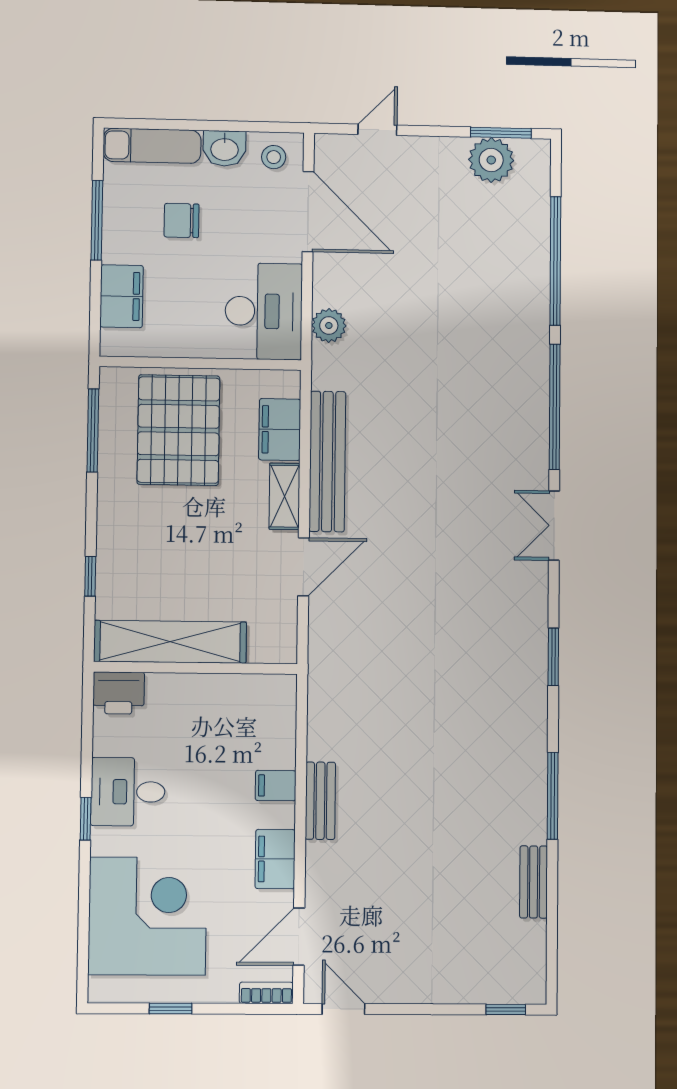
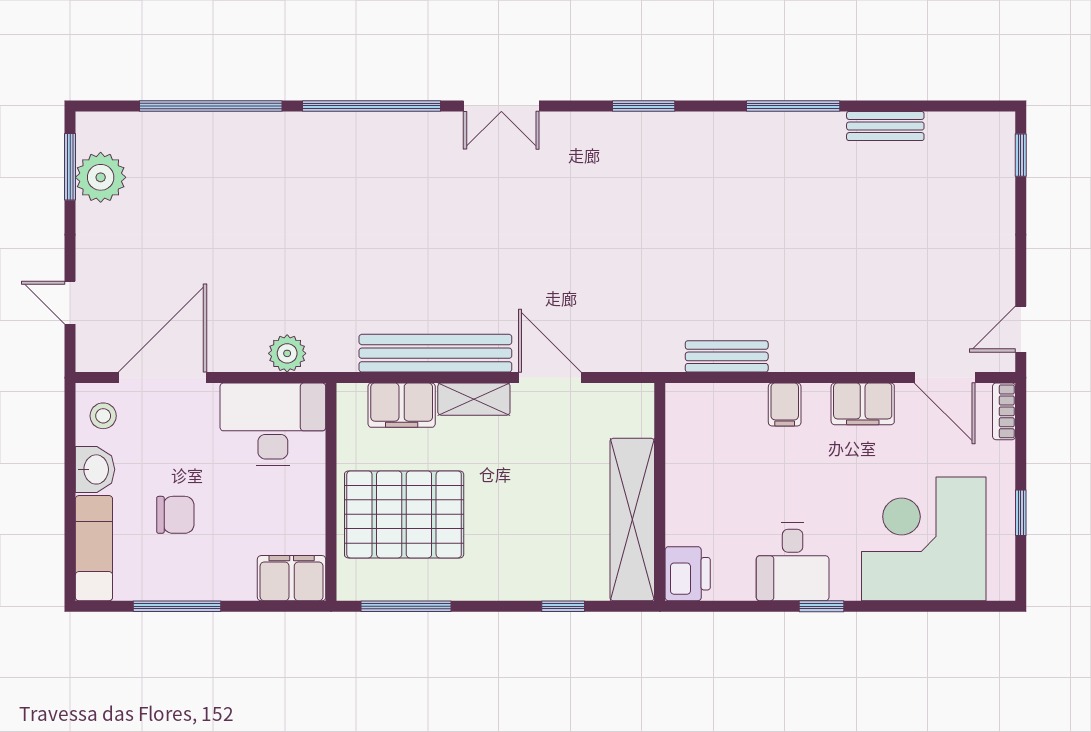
chair: (182, 220) -> (175, 515), turned -90
filing cabinet: (122, 296) -> (292, 578), moved
bench: (320, 801) -> (727, 356), moved

